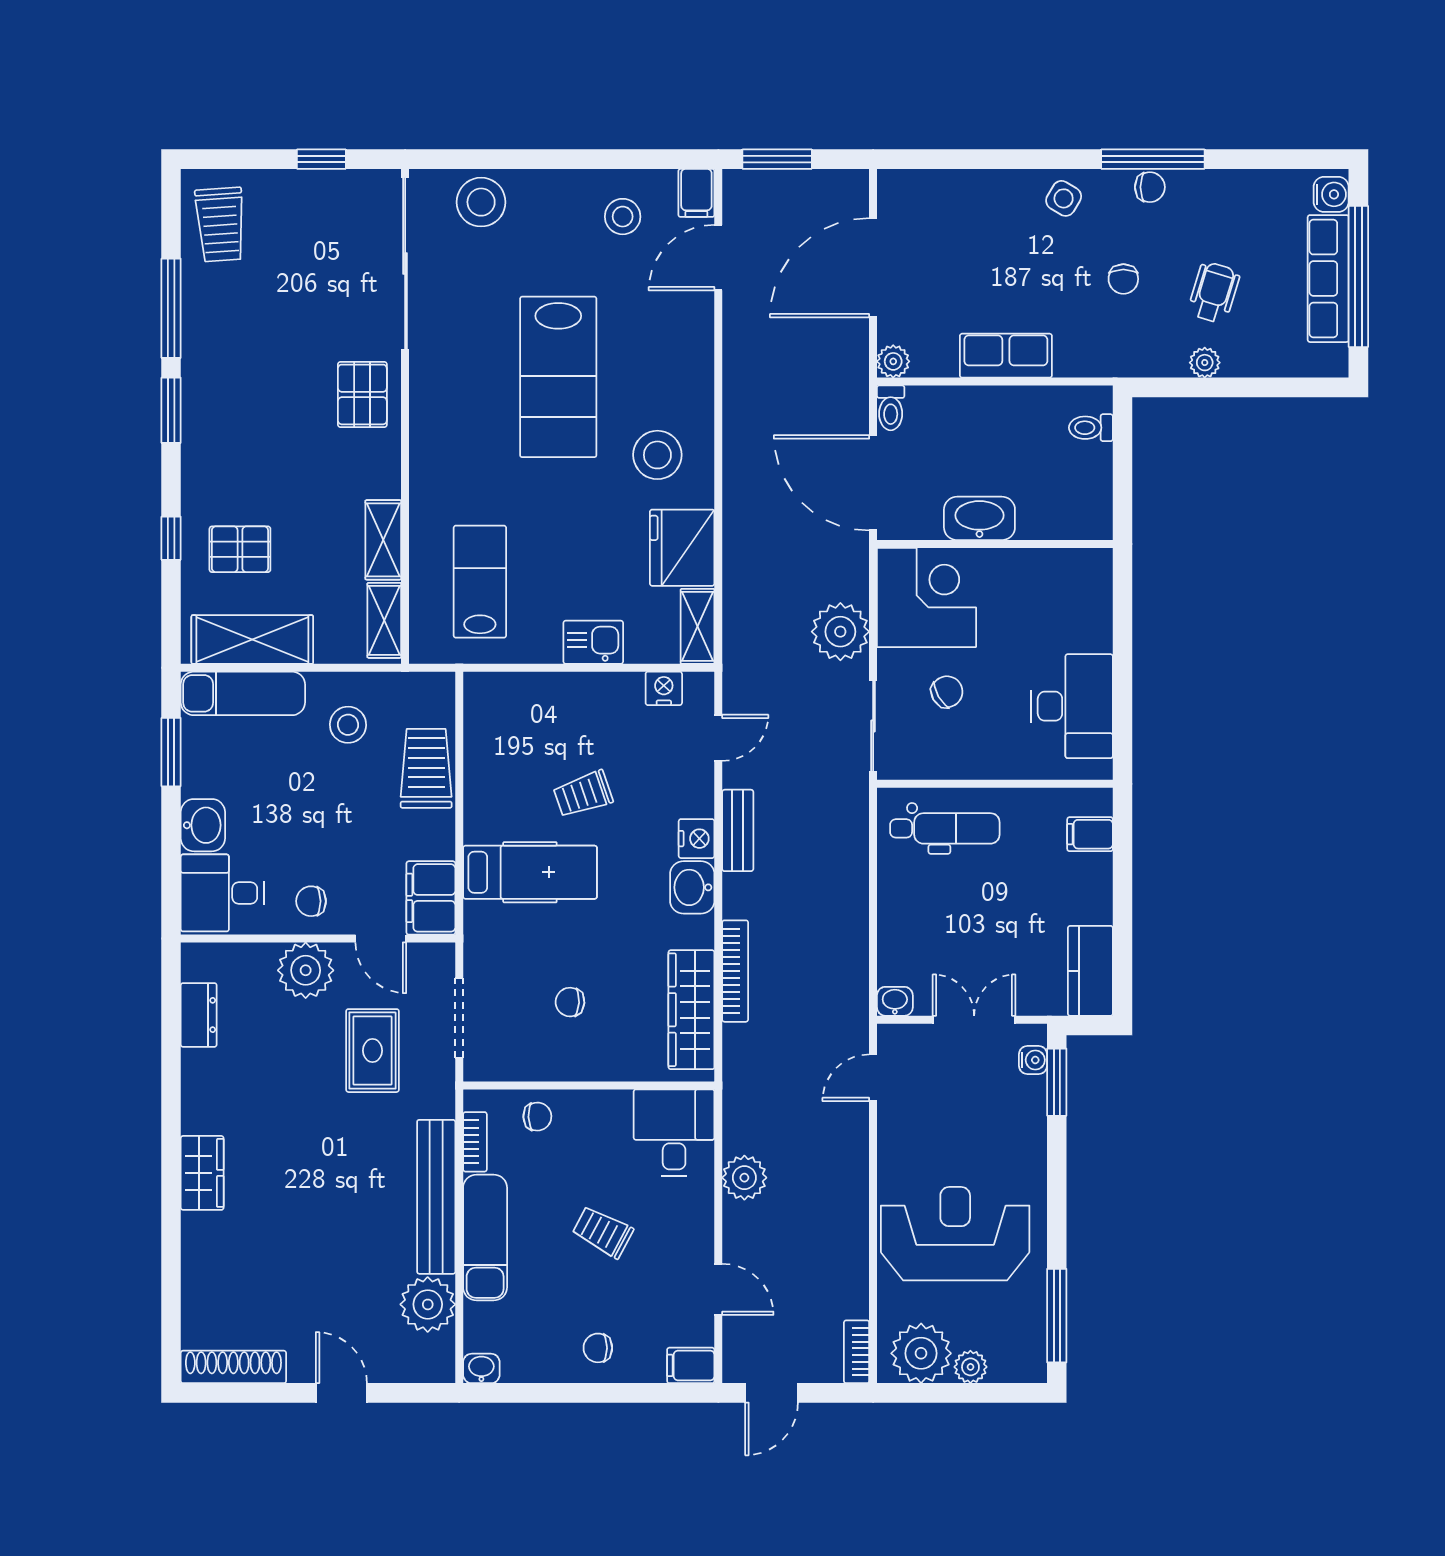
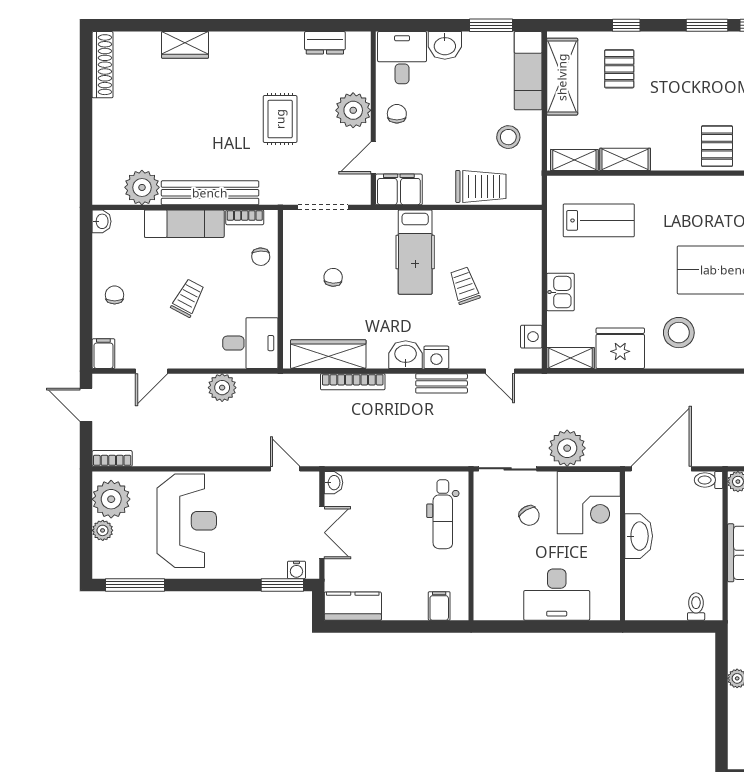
pallet: (362, 394) -> (717, 146), turned 90
desk: (1072, 706) -> (557, 595), moved
rug: (373, 1051) -> (280, 119), moved, turned 90
wardrobe: (202, 1173) -> (185, 45), moved
door: (341, 1393) -> (86, 133), removed

